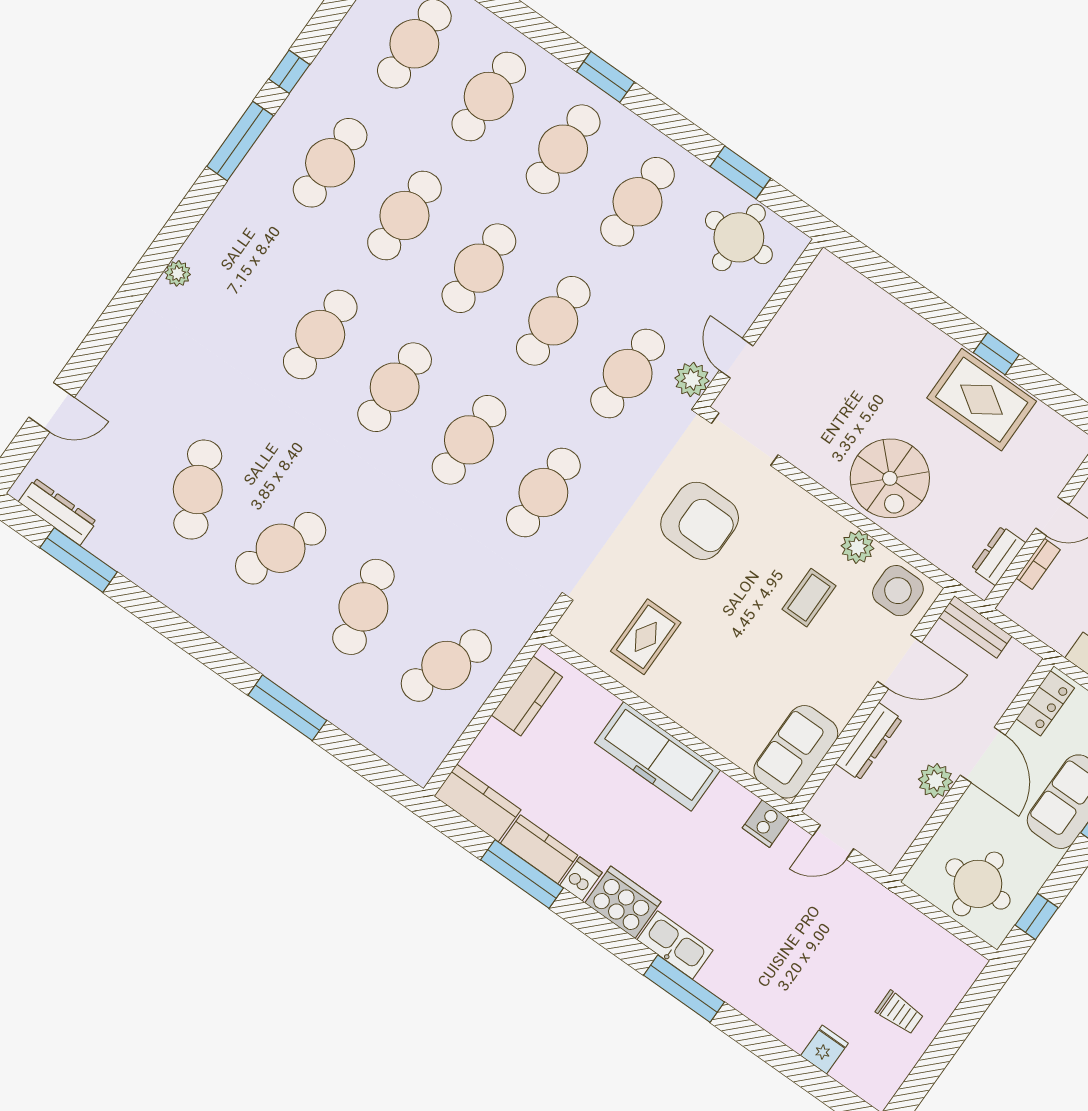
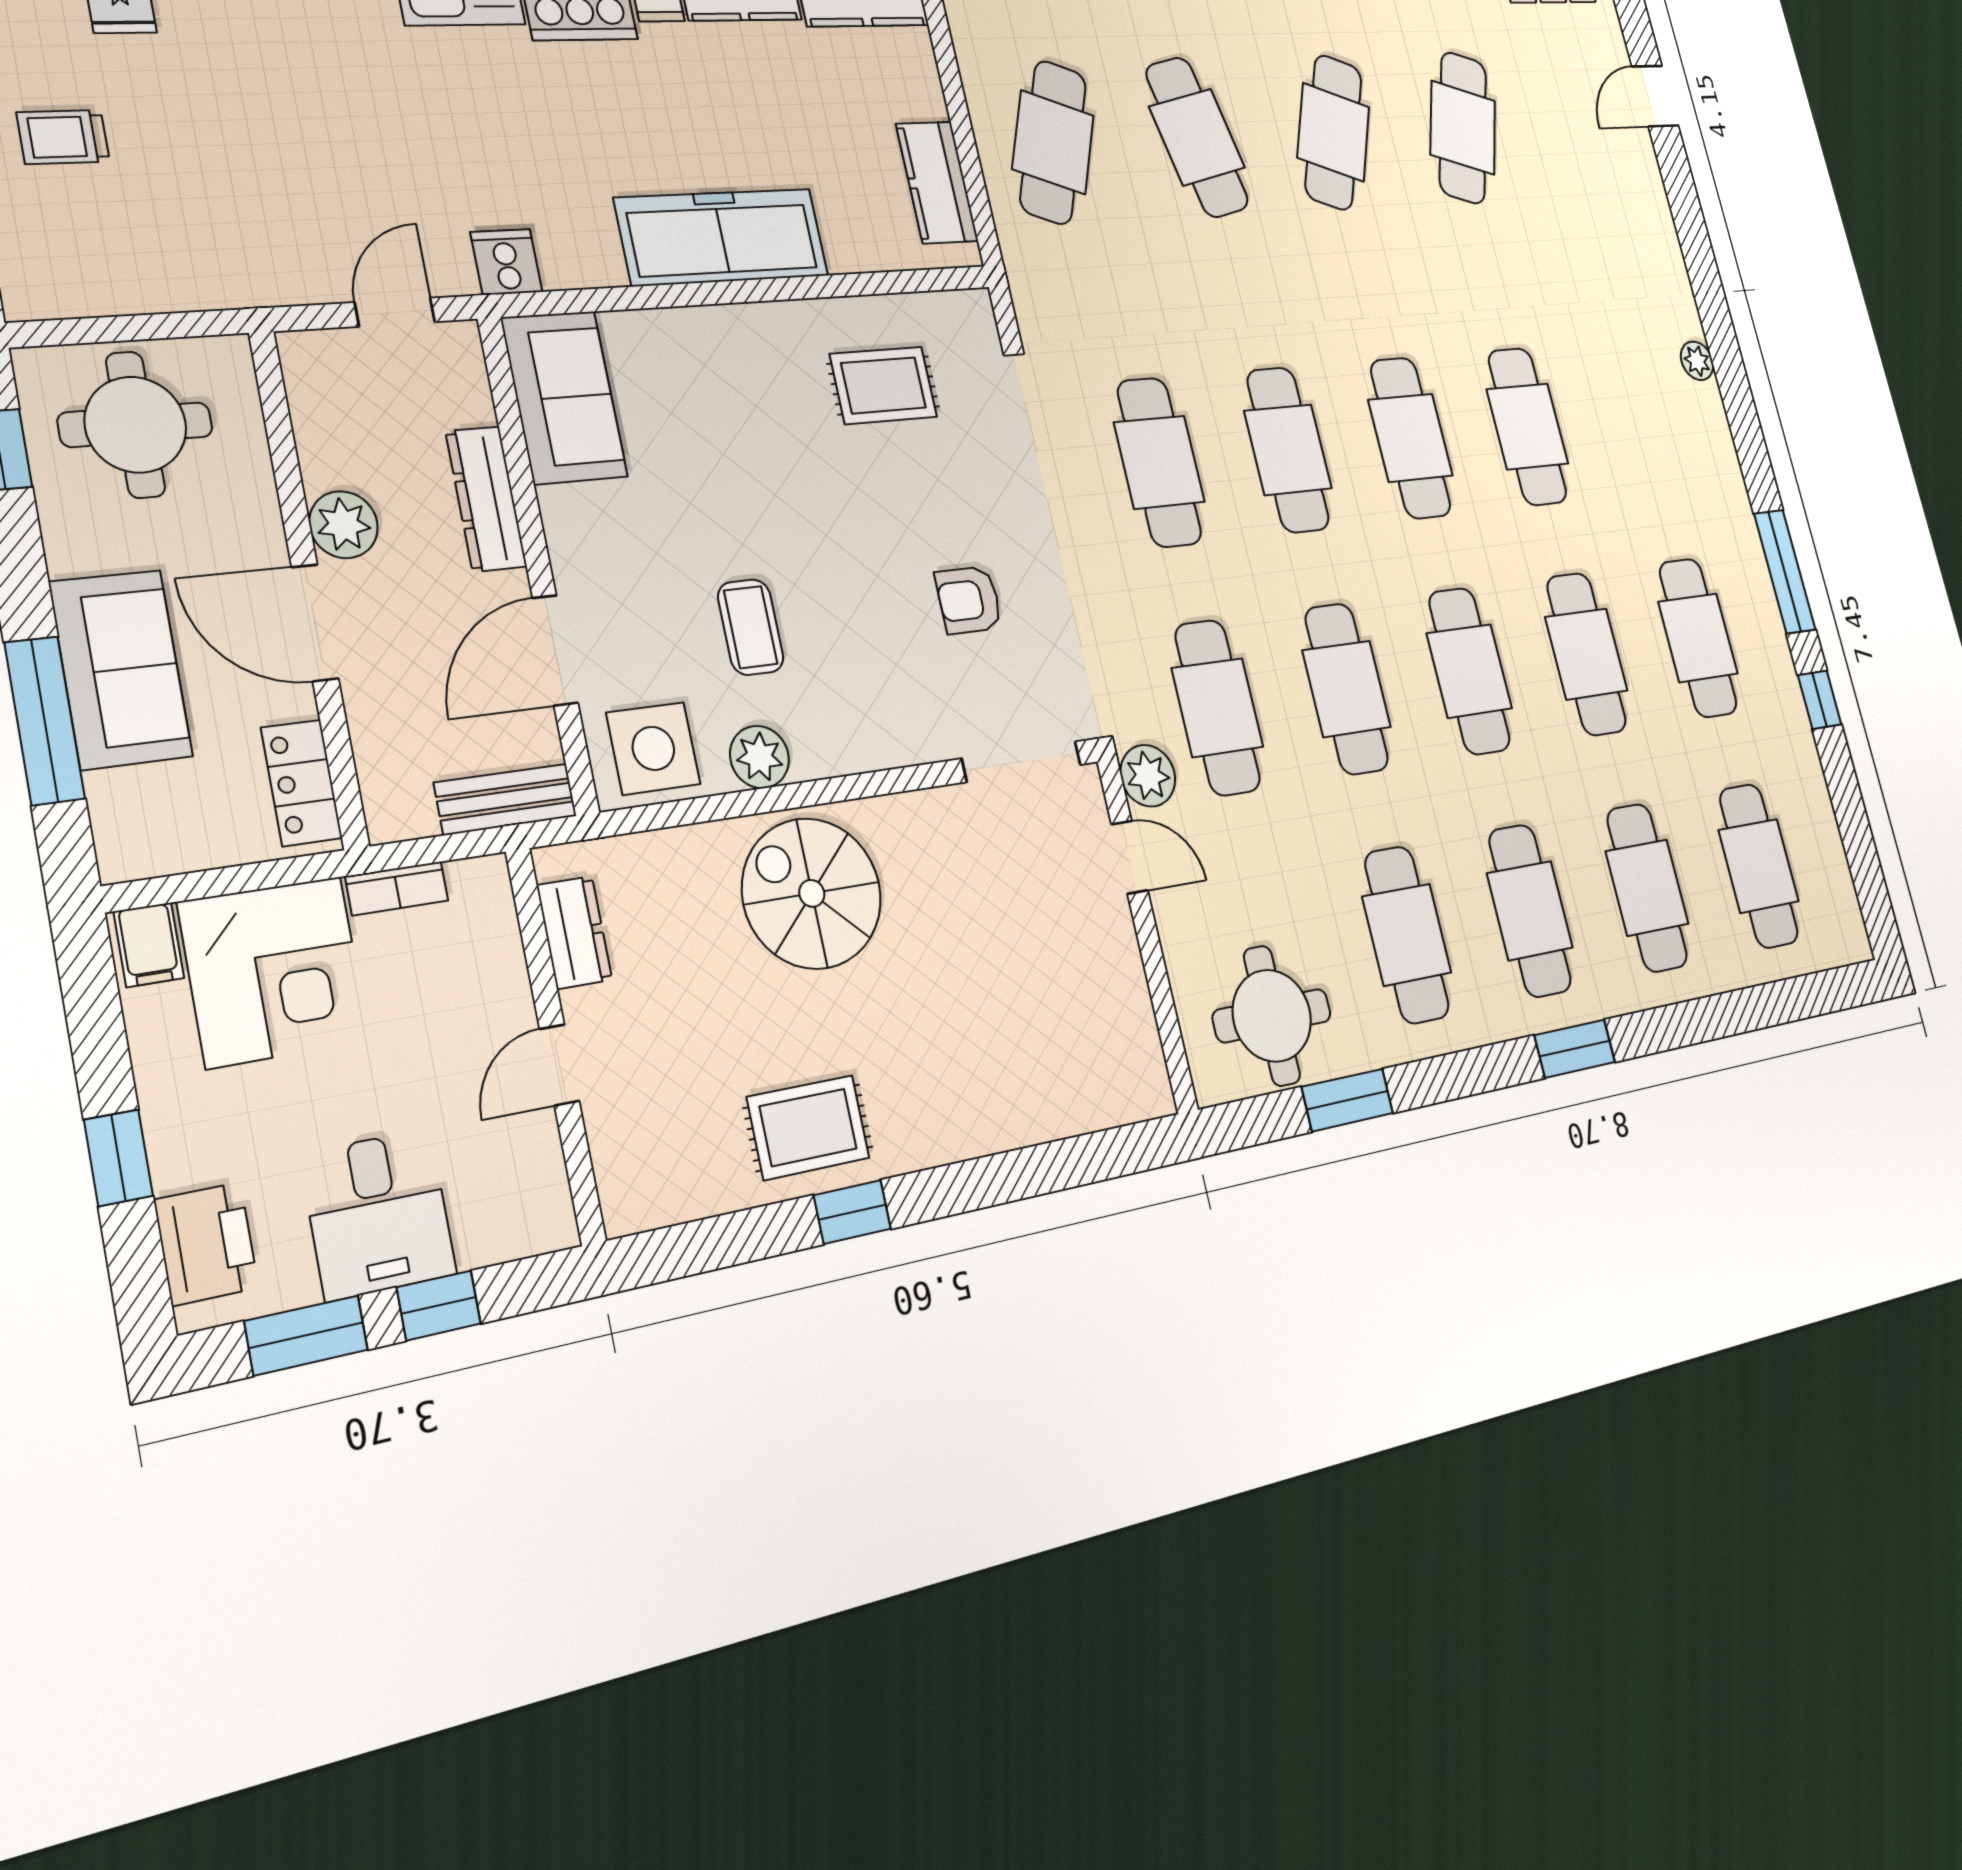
rug: (982, 400) -> (808, 1127), width x0.73, depth x0.70
cafe table: (198, 490) -> (1463, 128), turned 42
armchair: (700, 521) -> (969, 600), width x0.53, depth x0.53
bookcase: (1038, 564) -> (397, 888), moved, turned -90
rug: (646, 637) -> (883, 385), turned 90

